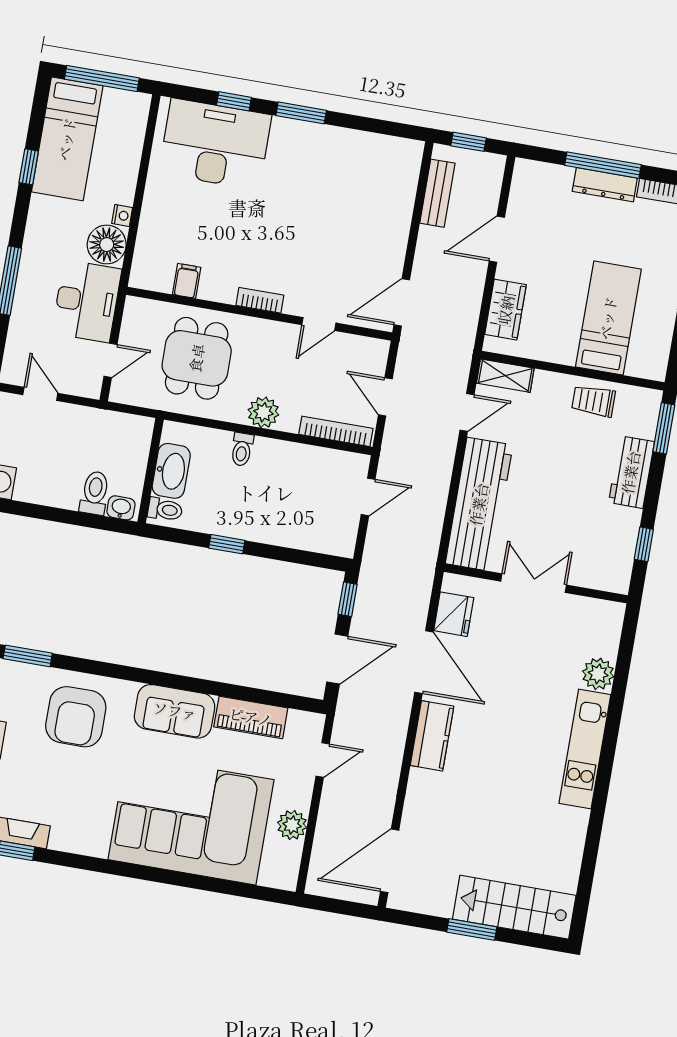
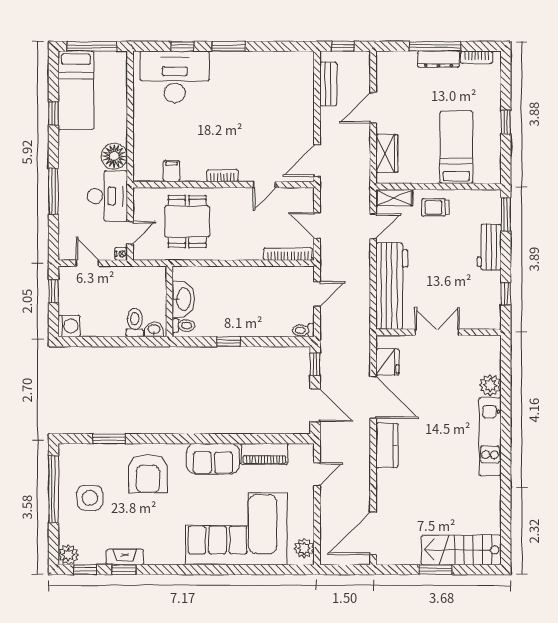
nightstand: (122, 215) -> (121, 254), moved
trolley: (593, 401) -> (435, 207), moved
plant: (263, 412) -> (238, 250), removed
toilet: (242, 449) -> (303, 330), moved, turned 90
door: (337, 659) -> (315, 405), hinge flipped
plant: (292, 825) -> (304, 548), moved

